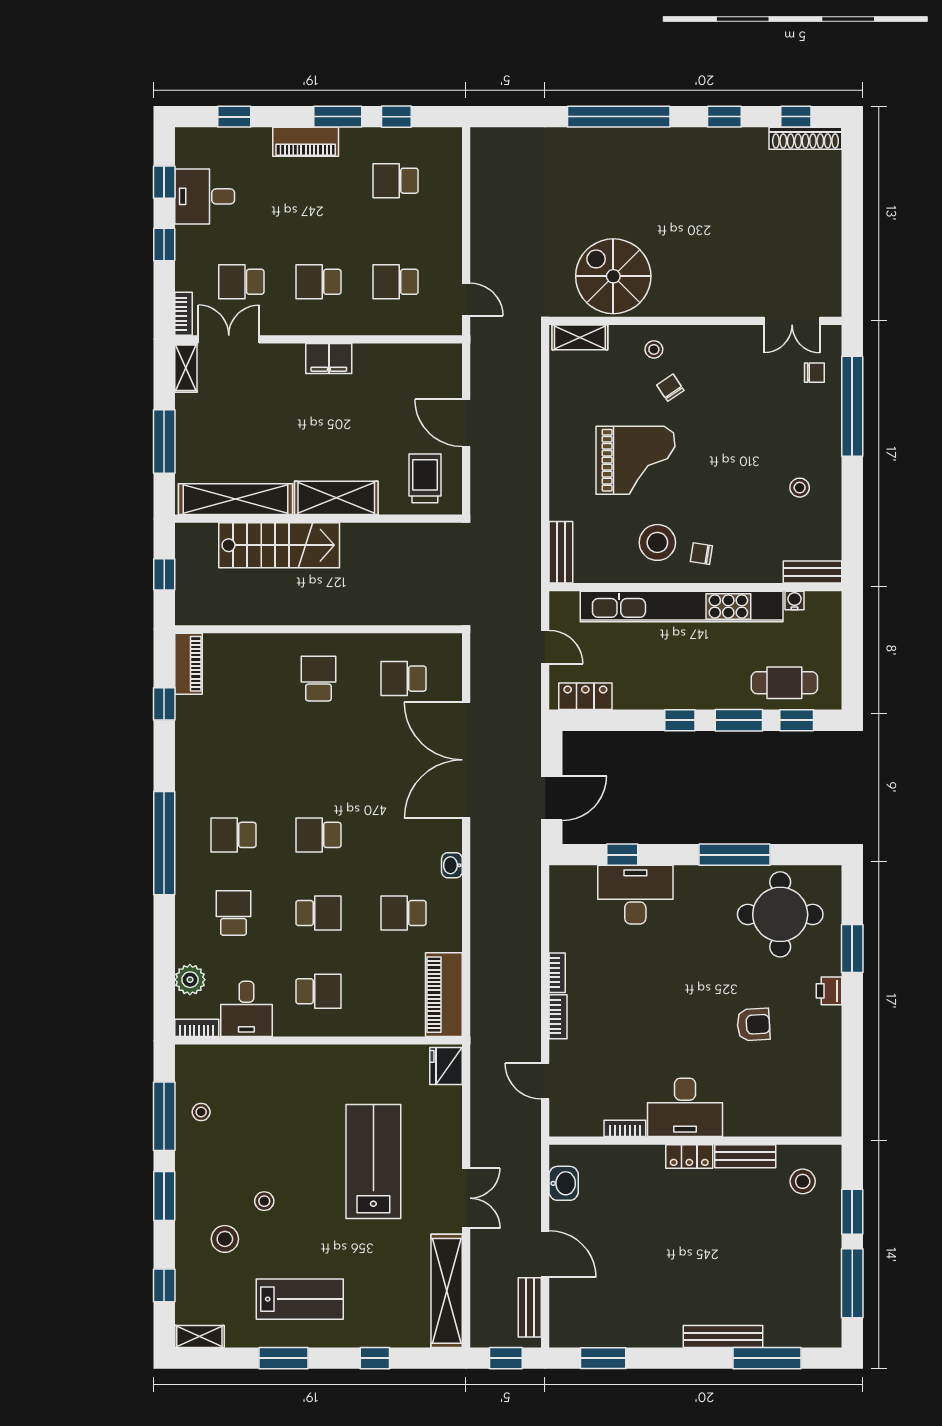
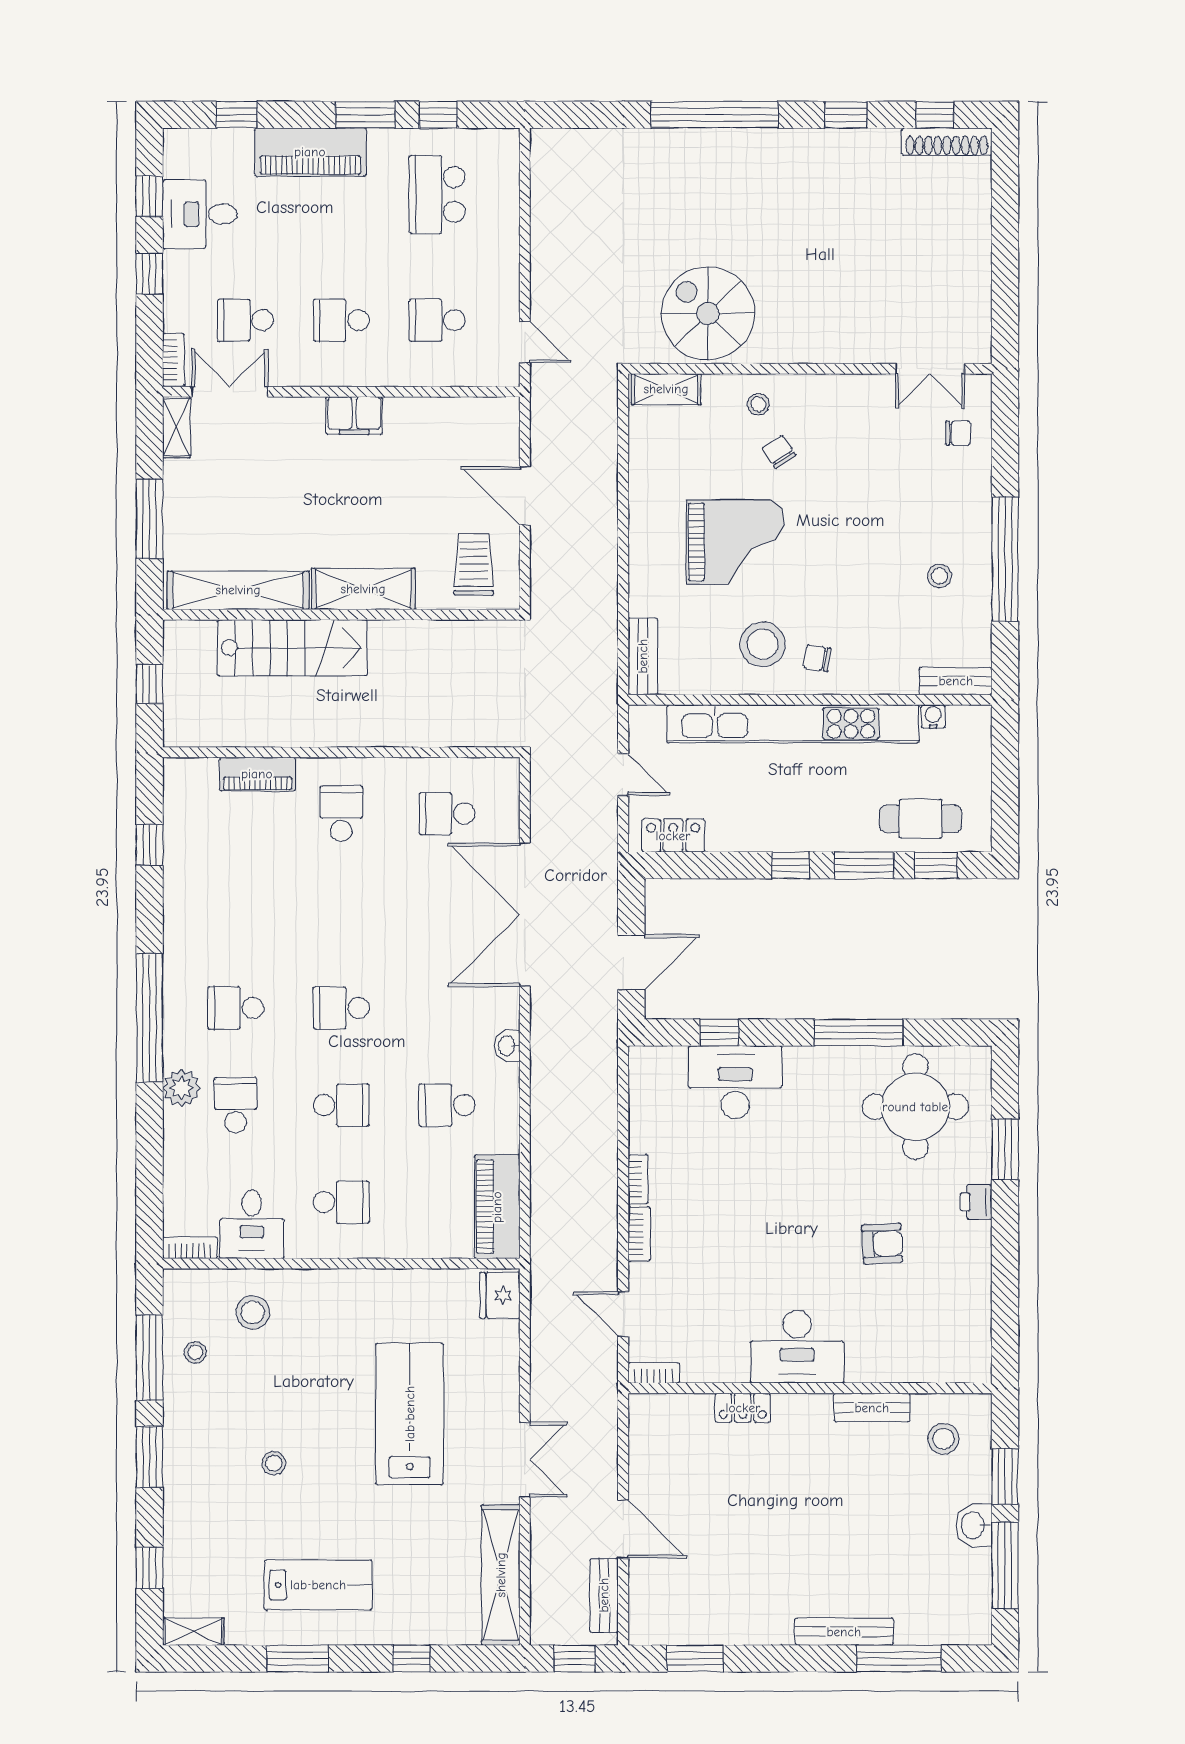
piano: (306, 142) -> (310, 152), width x1.37, depth x1.33
school desk: (396, 181) -> (437, 194), width x1.85
window: (852, 406) -> (1005, 559), moved
piano: (188, 664) -> (257, 774), moved, turned 90
plant: (190, 980) -> (182, 1088), moved
bookcase: (625, 1128) -> (654, 1373), moved
locker: (689, 1156) -> (743, 1408), moved
washbasin: (564, 1183) -> (974, 1525), moved, turned 180
stool: (225, 1239) -> (253, 1312), moved

